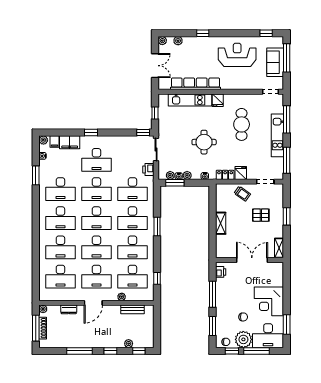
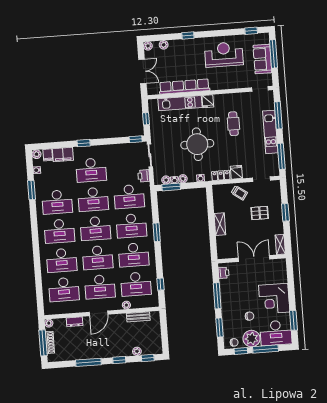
cafe table: (242, 124) -> (233, 124), width x0.73, depth x0.74
round table: (204, 142) -> (197, 144), width x1.36, depth x1.36

